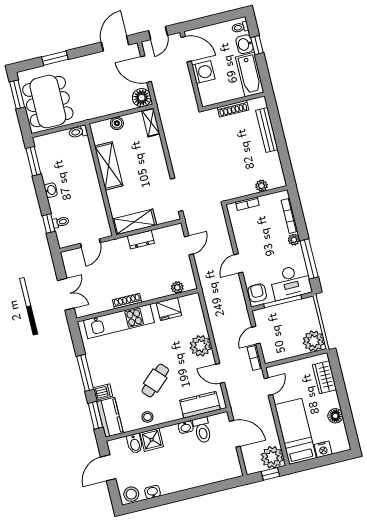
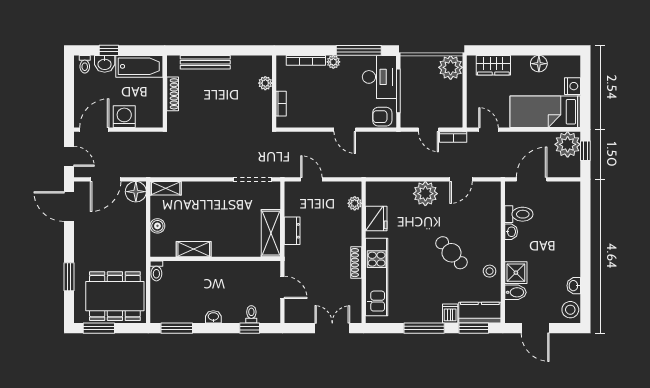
shelving: (109, 166) -> (194, 249), width x0.67, depth x0.75
kitchen counter: (200, 405) -> (490, 210), removed

